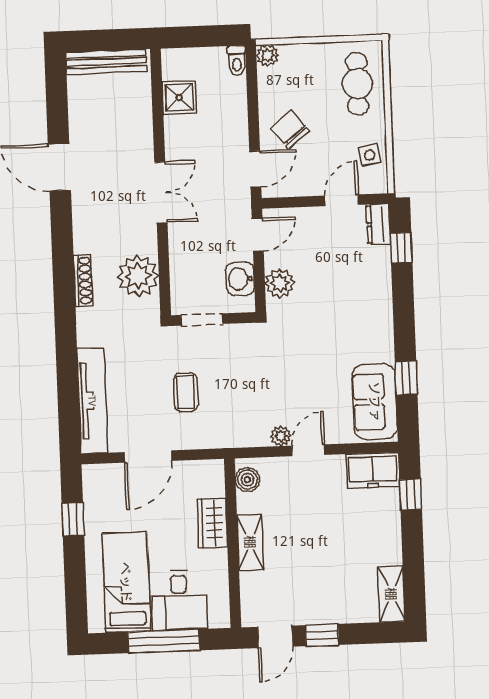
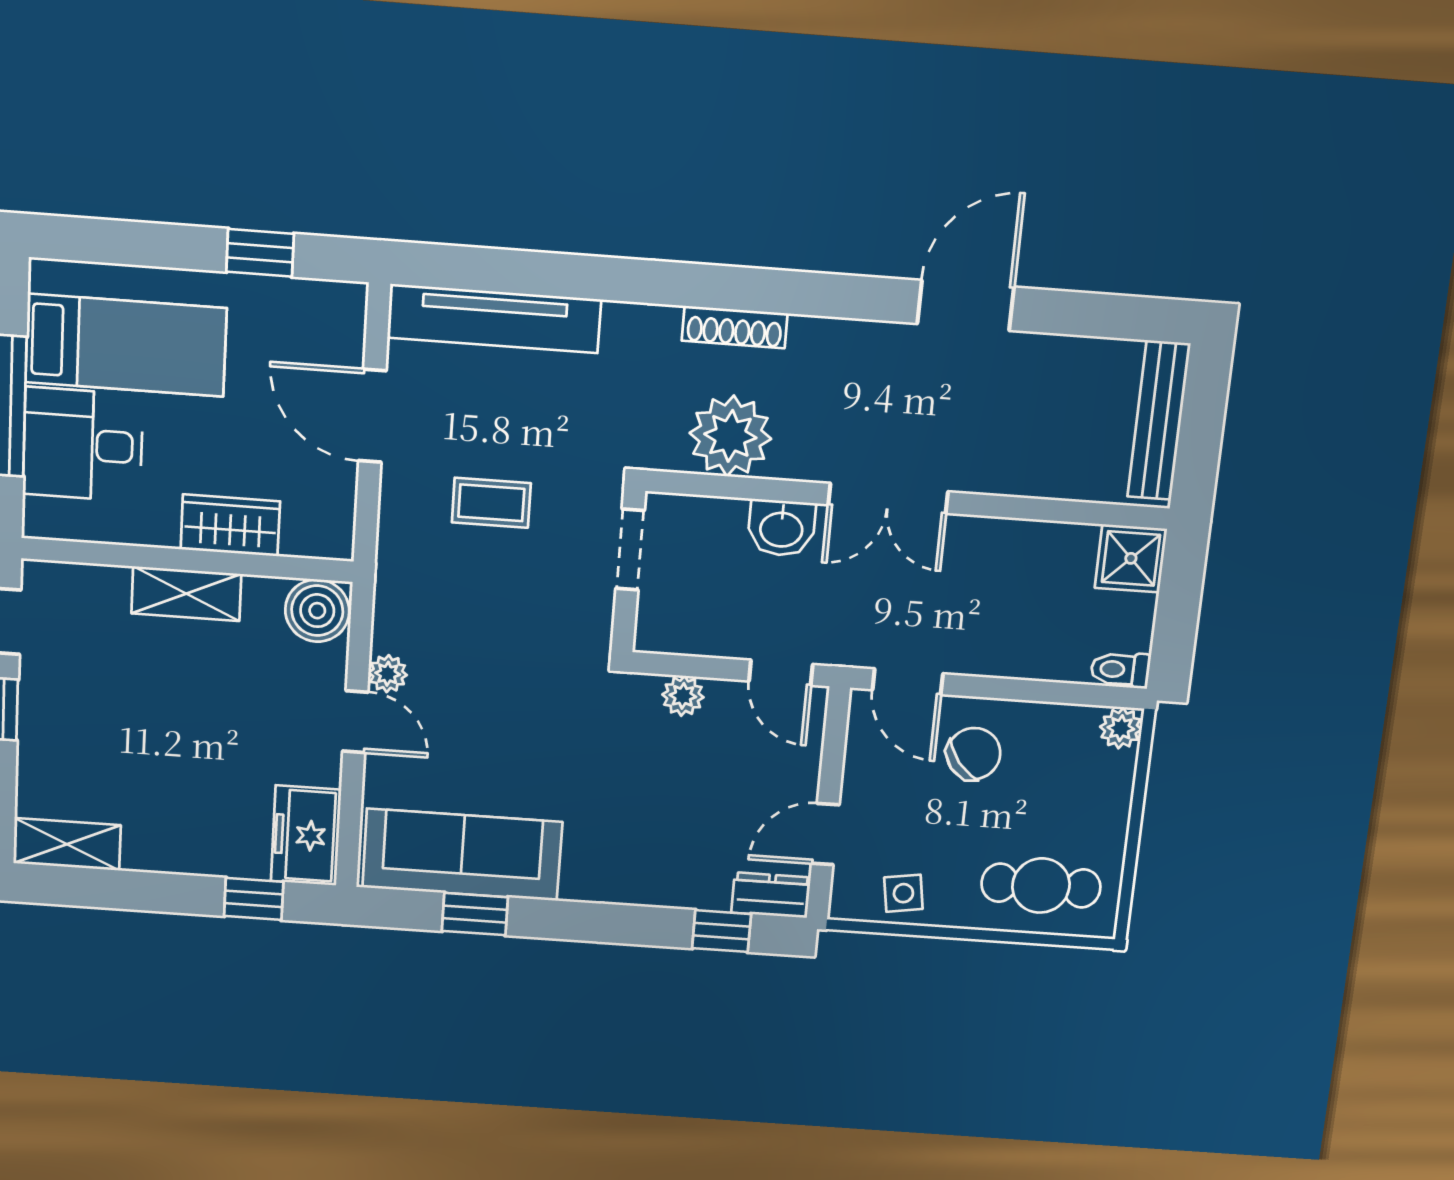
shower: (179, 98) -> (1131, 558), moved
door: (342, 200) -> (825, 834), swing flipped
washbasin: (240, 279) -> (781, 528), moved, turned 180
plant: (280, 283) -> (683, 696), width x0.73, depth x0.73
sofa: (375, 402) -> (462, 855), width x1.36
boiler: (247, 480) -> (317, 611), width x1.36, depth x1.36

